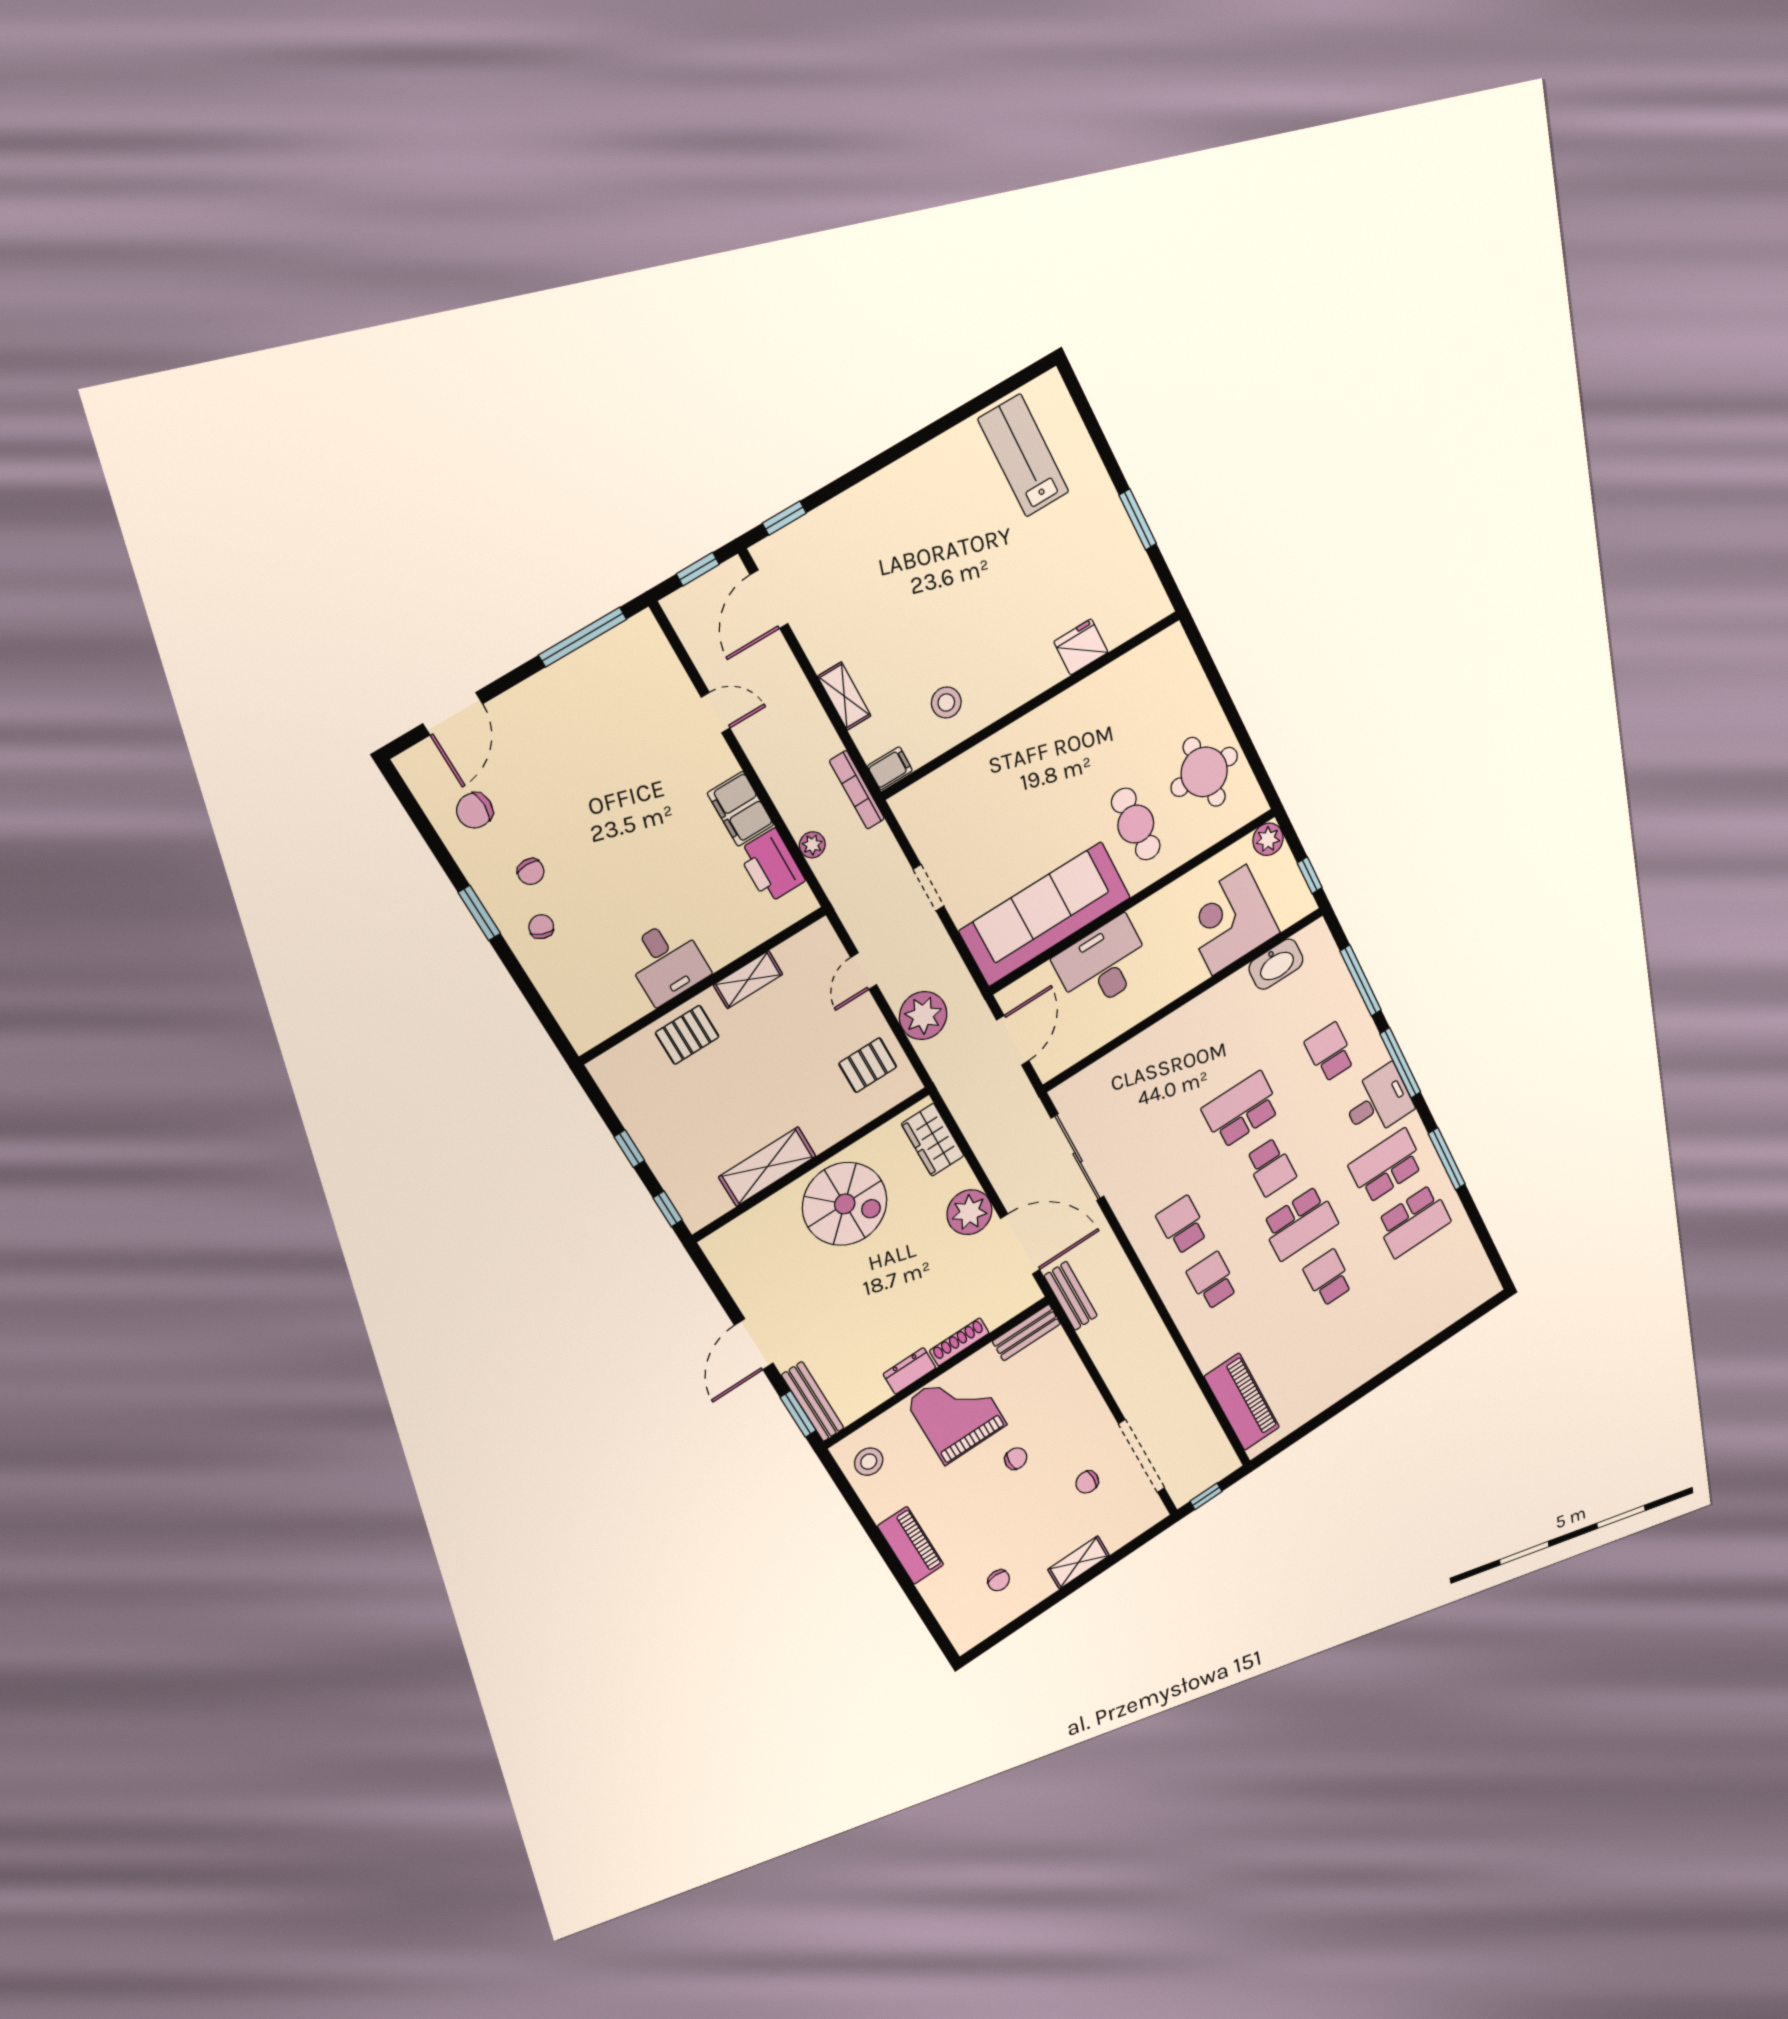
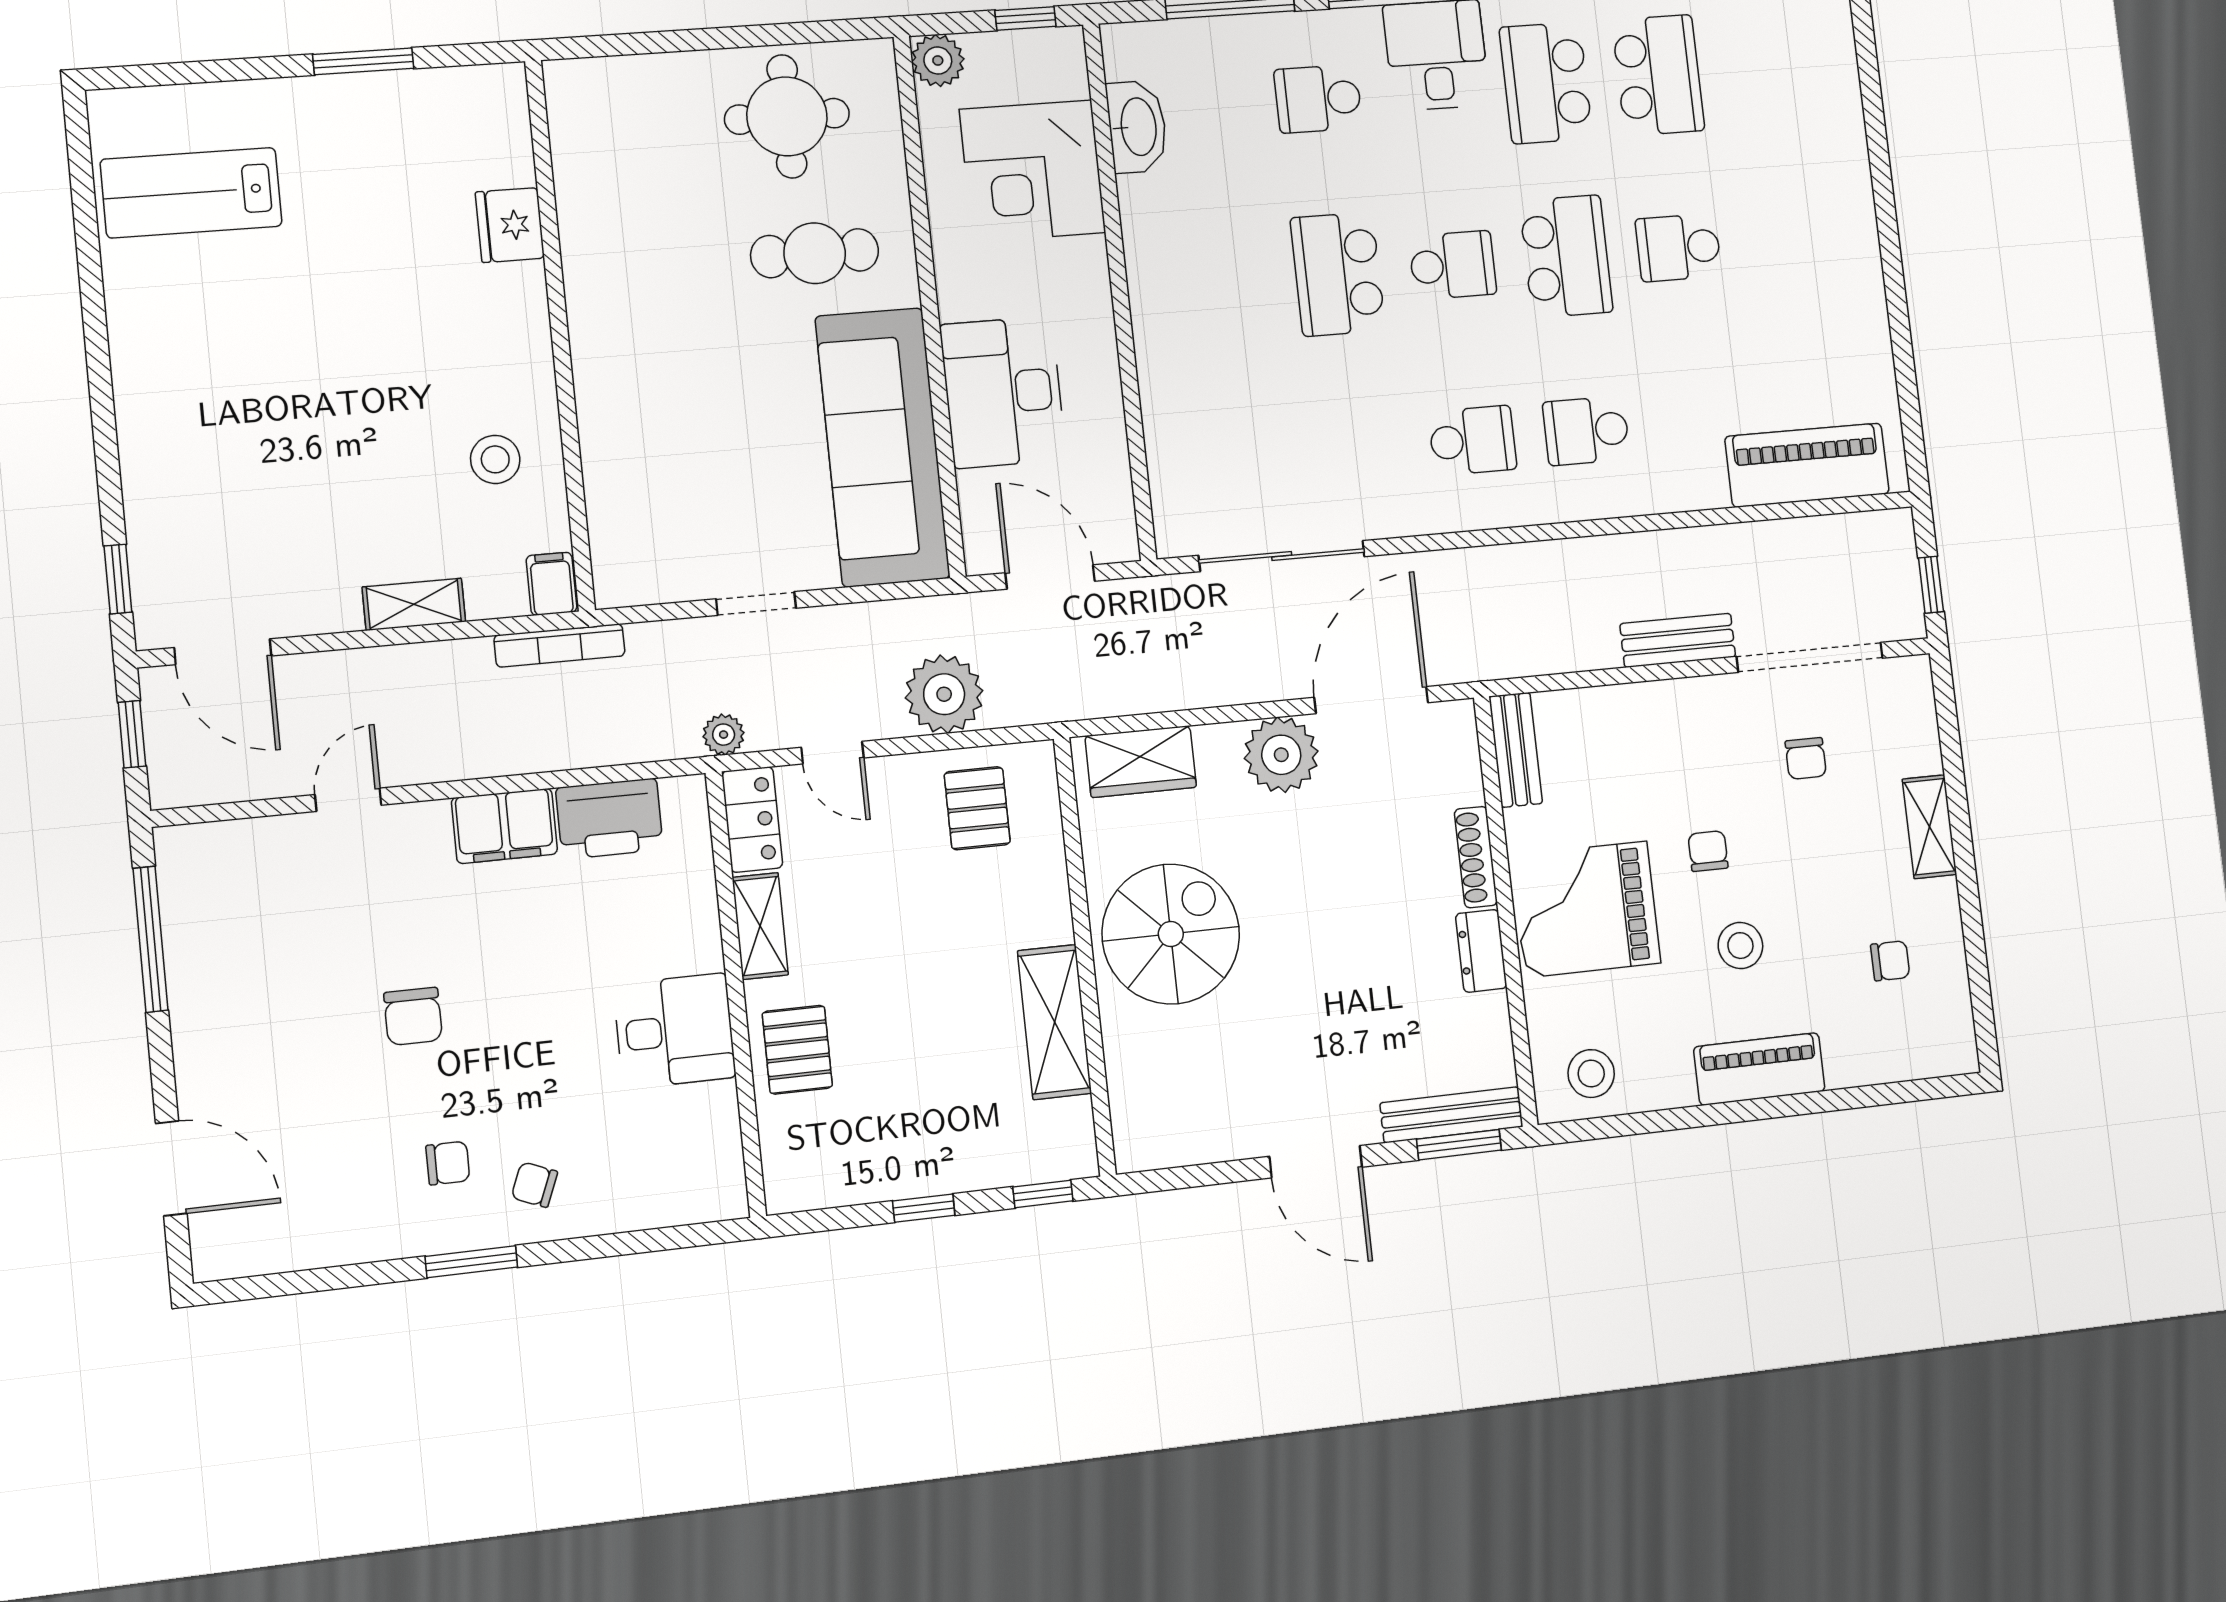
chair: (475, 810) -> (413, 1016), moved
plant: (812, 845) -> (724, 735), moved
locker: (806, 945) -> (752, 820), added
school desk: (1182, 1225) -> (1473, 440), turned 180
bench: (1071, 1296) -> (1678, 640), moved
stool: (973, 1501) -> (1740, 946), added

